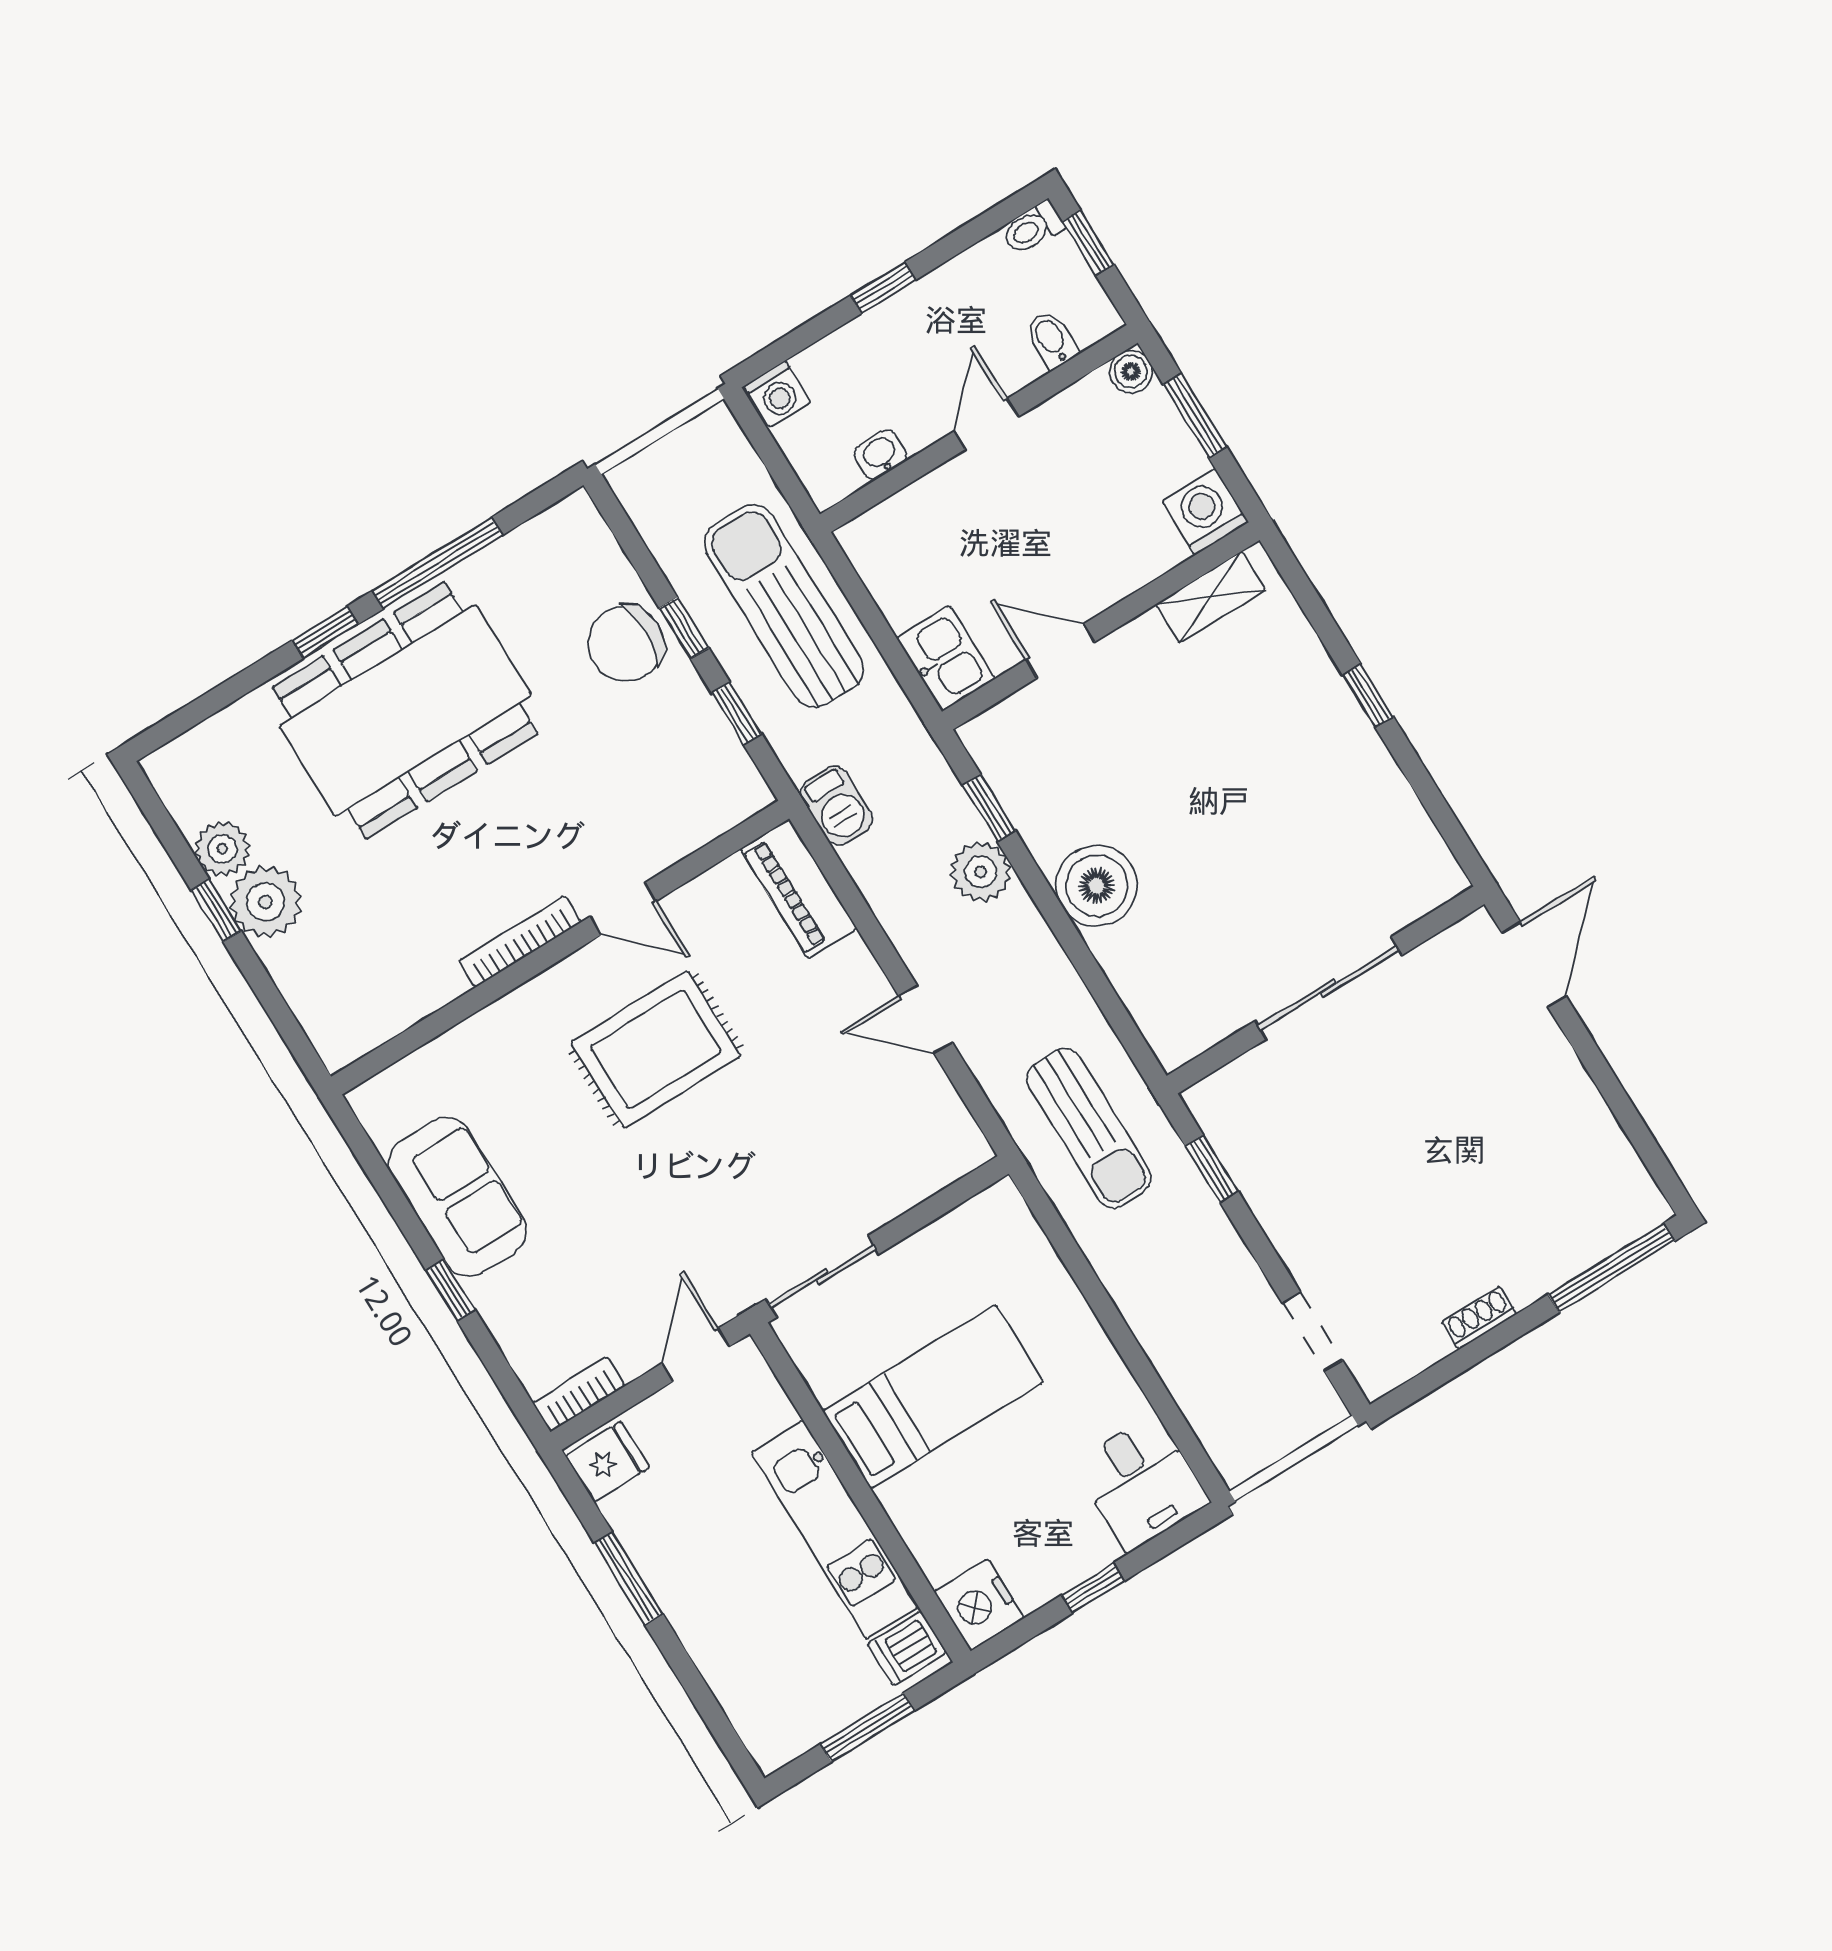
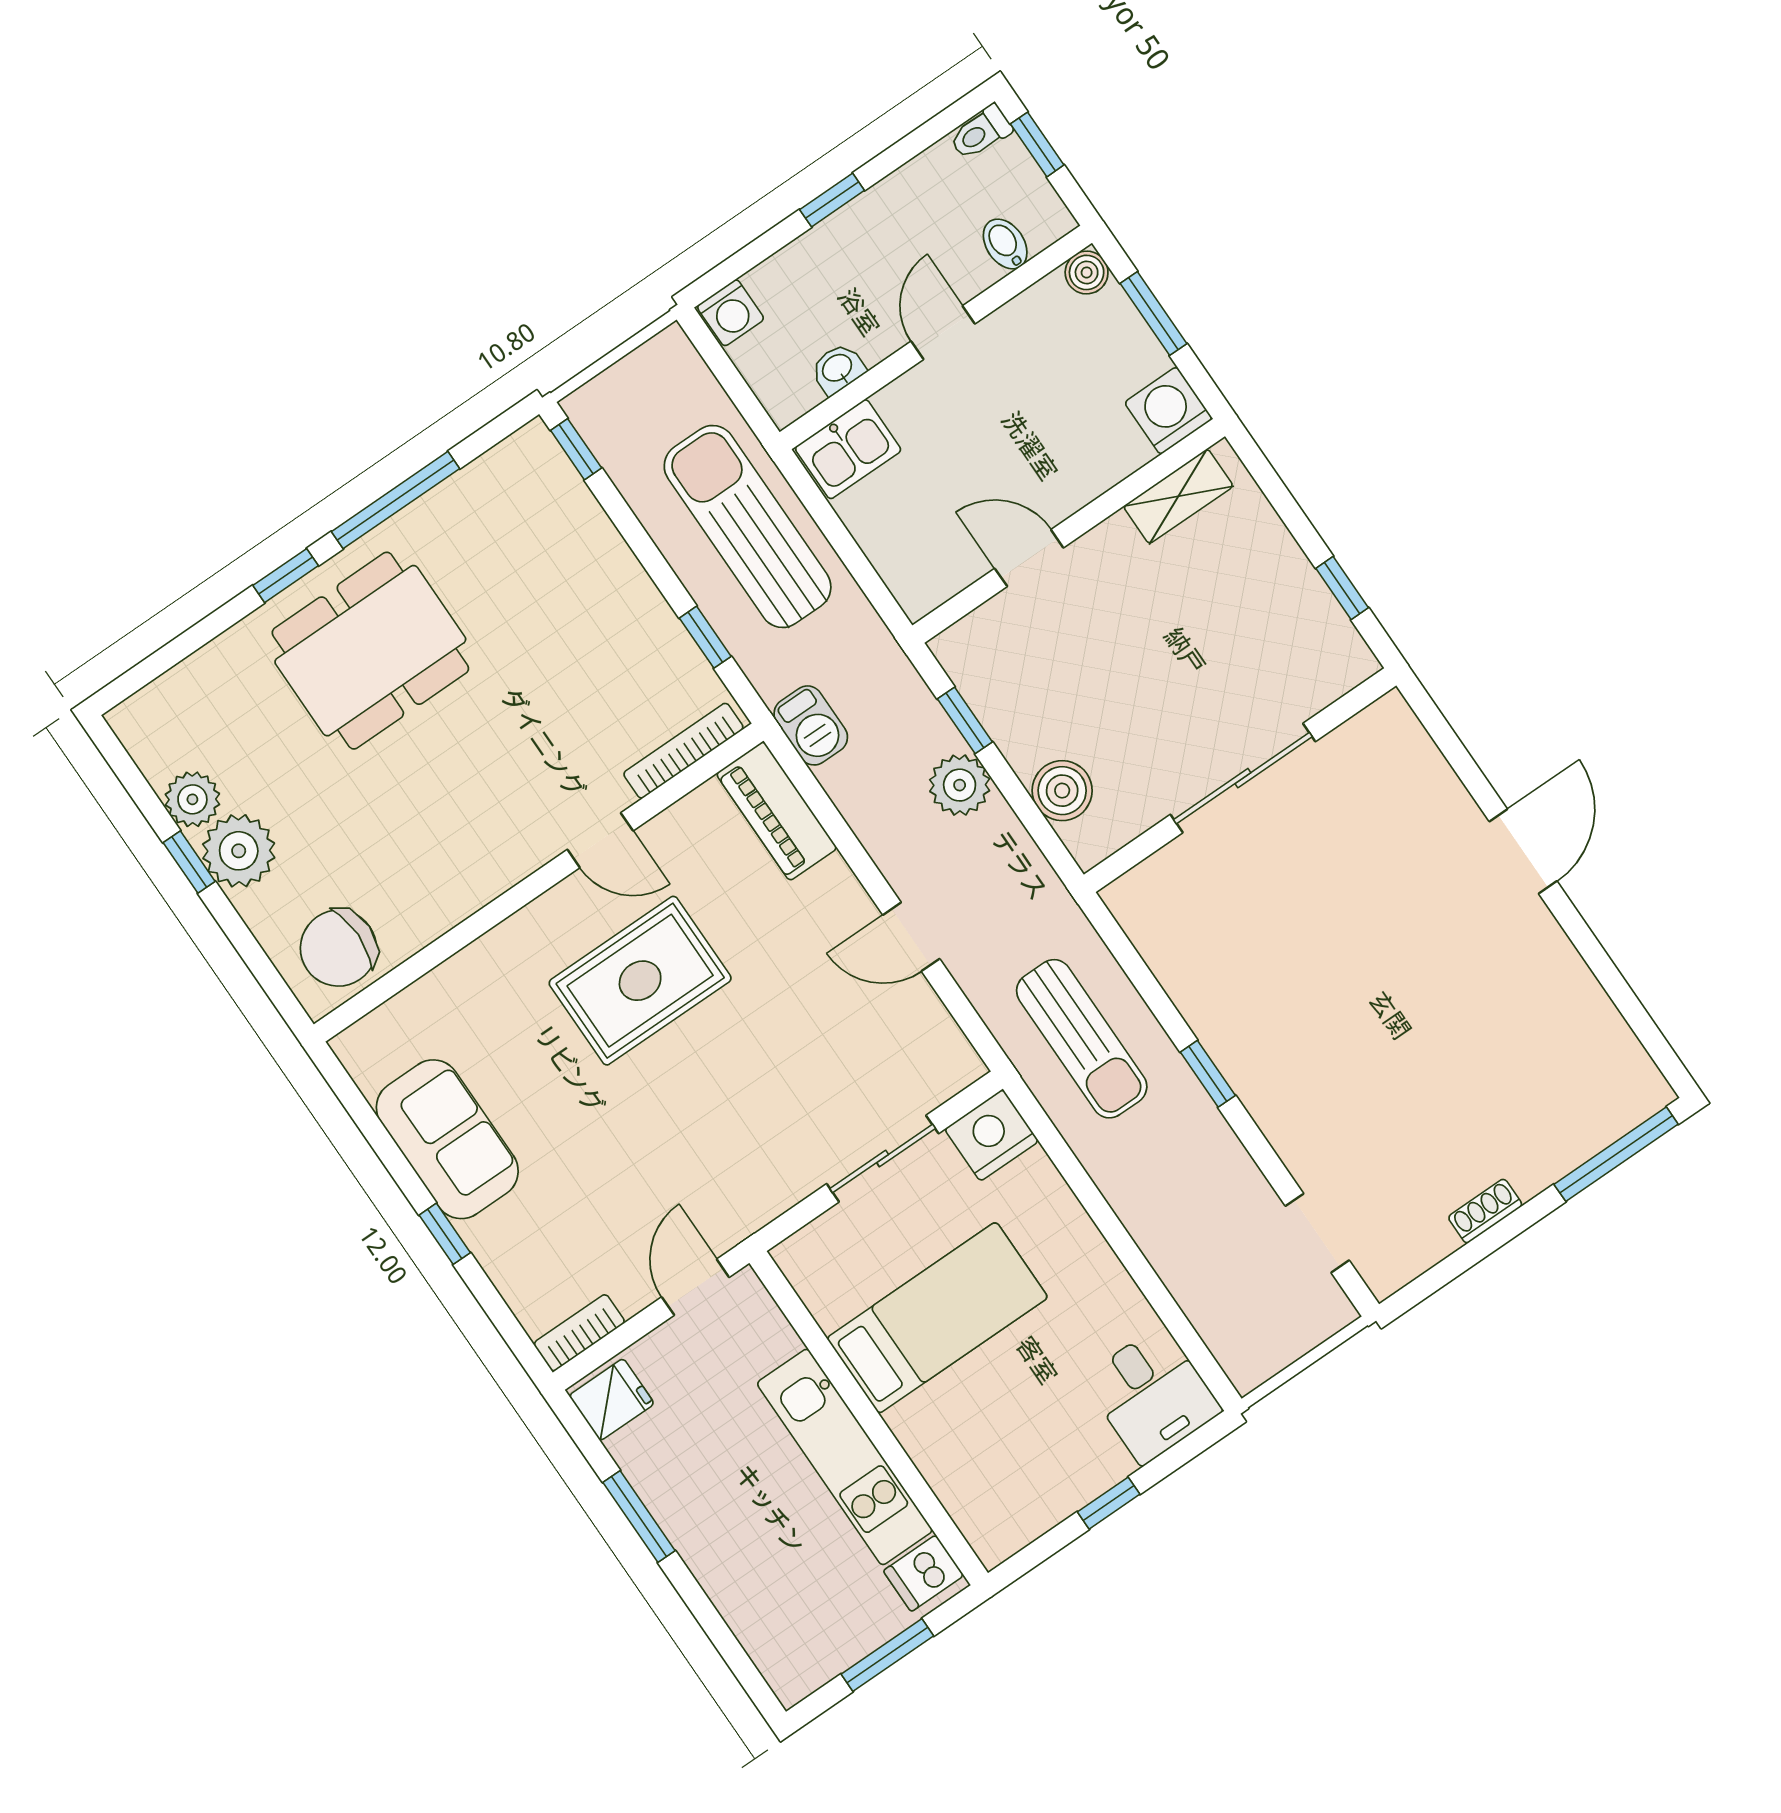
window: (684, 628) -> (576, 449), moved
chair: (626, 644) -> (338, 948), moved
kitchen sink: (946, 658) -> (848, 449), moved, turned 90
dining table: (405, 710) -> (370, 651), width x0.73, depth x0.80
boiler: (1097, 886) -> (1062, 791), width x0.73, depth x0.73
bookcase: (520, 942) -> (683, 751), moved
sliding door: (1329, 988) -> (1243, 778), moved
wall: (1326, 990) -> (1240, 780), moved
sliding door: (822, 1276) -> (883, 1159), moved
nightstand: (979, 1605) -> (992, 1135), moved, turned 90

